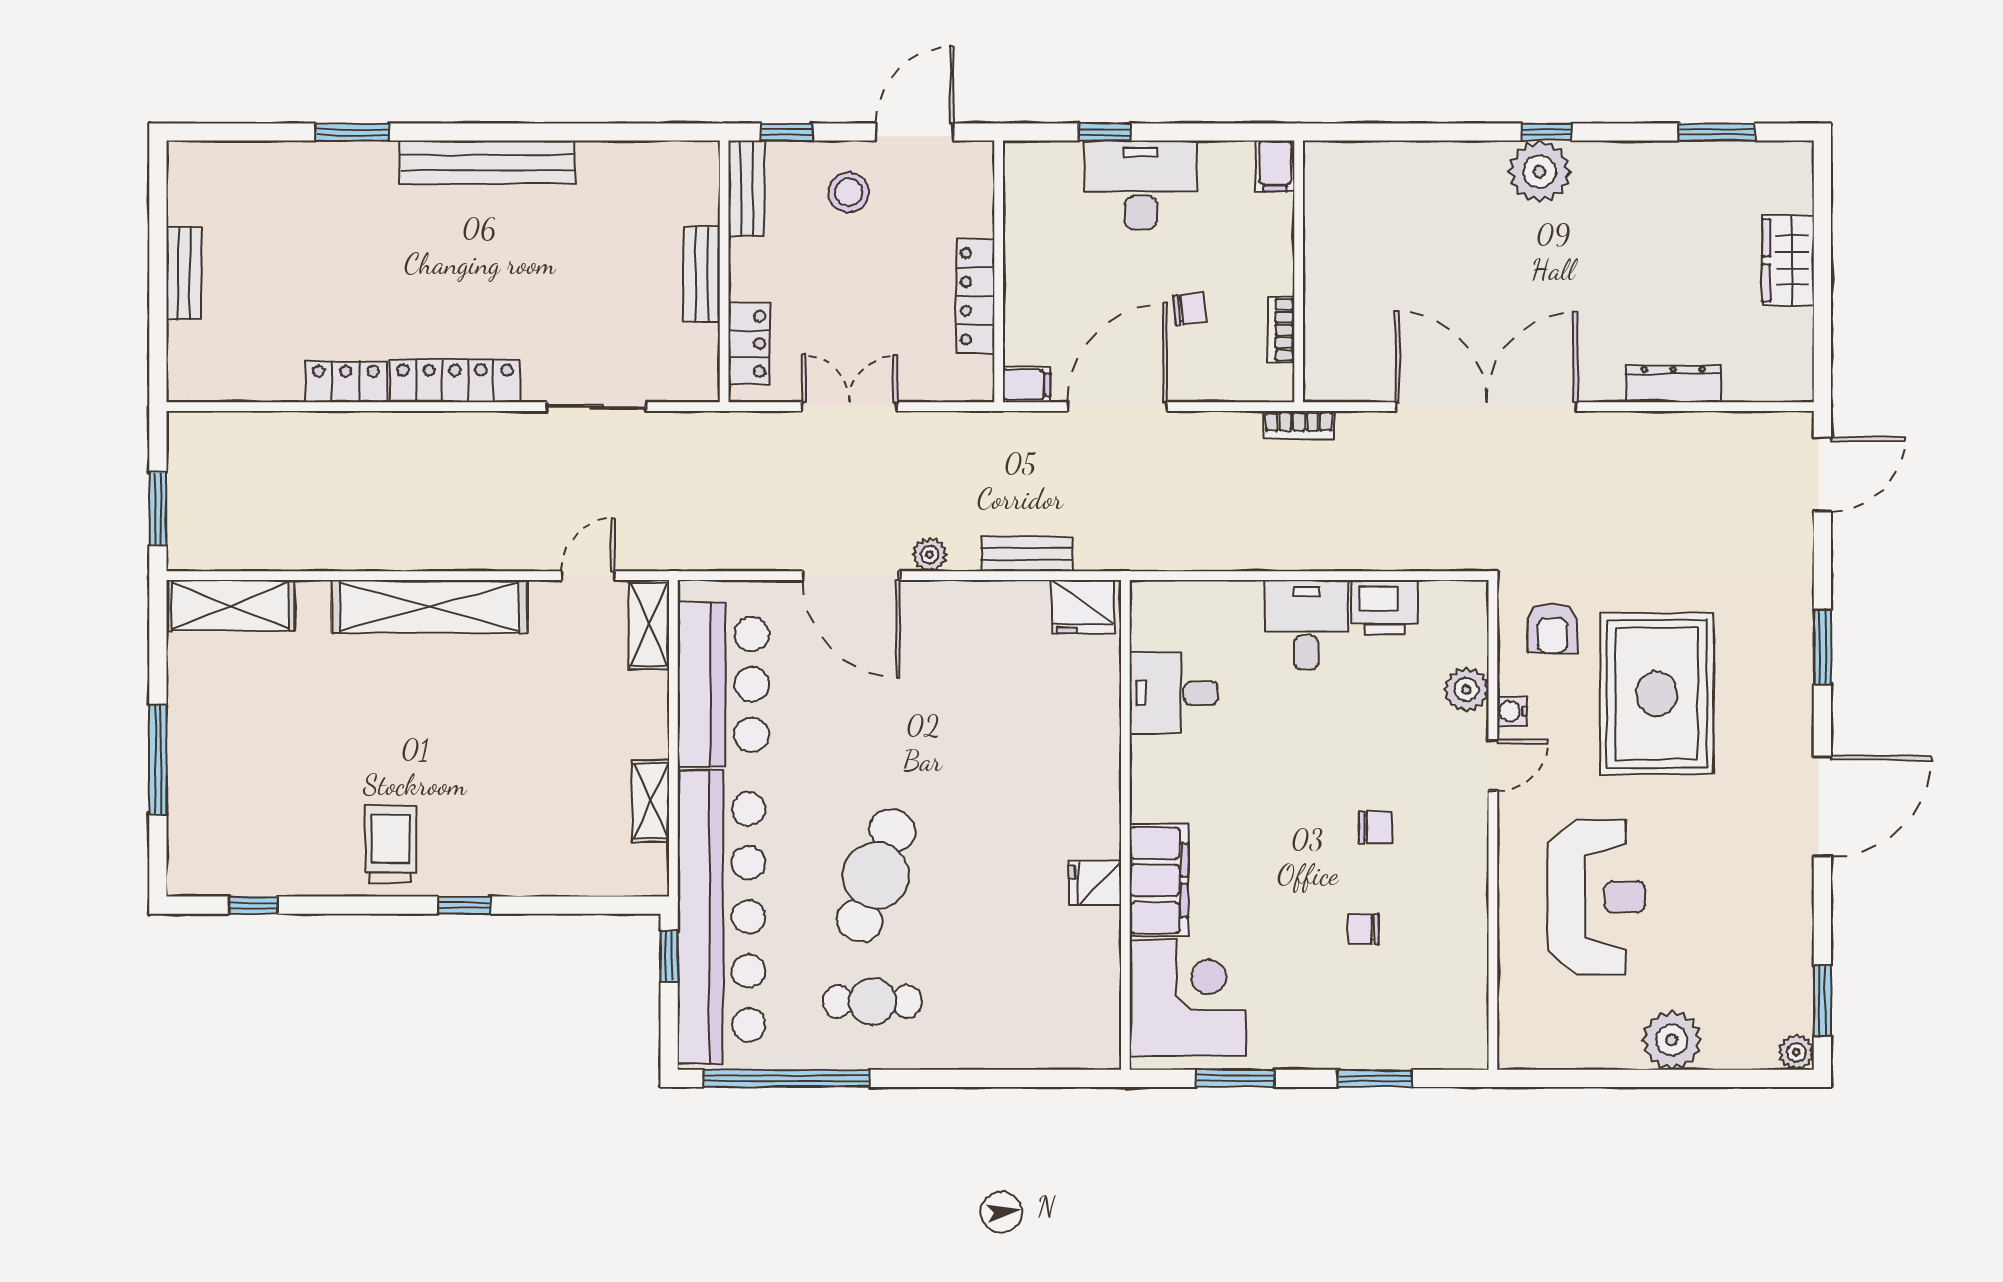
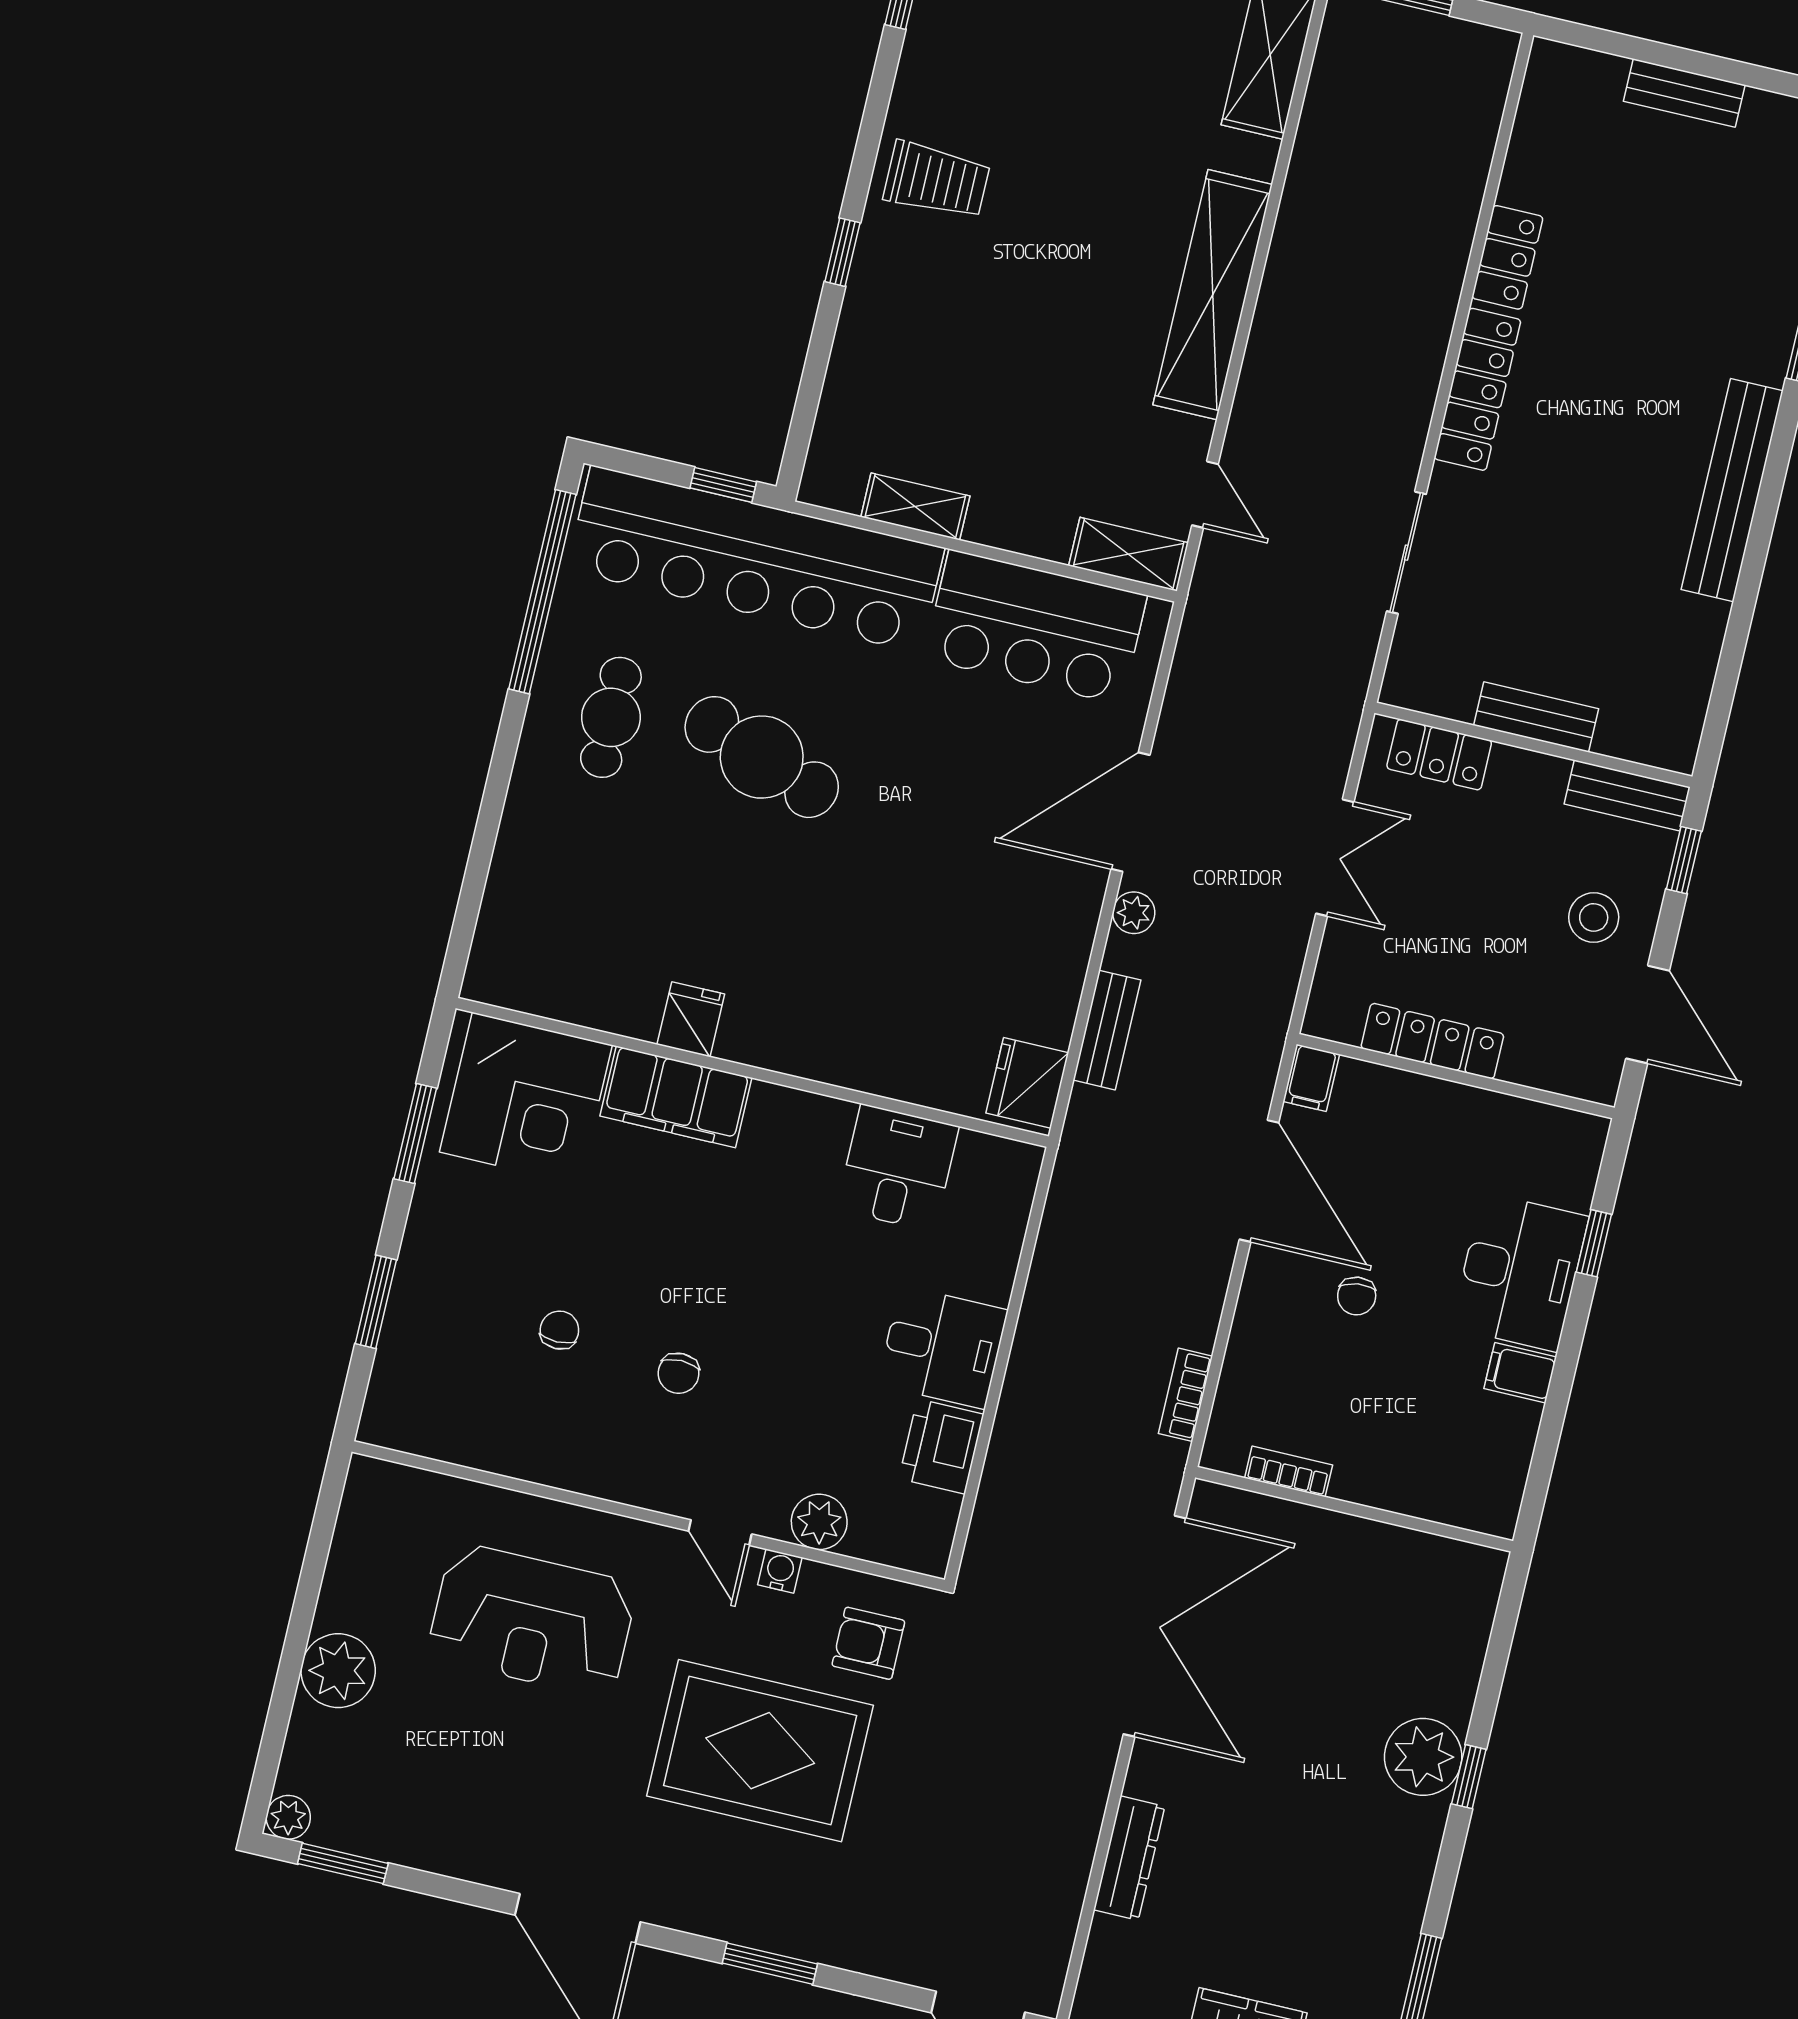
filing cabinet: (1275, 166) -> (1520, 1373), moved
wall: (1299, 271) -> (1354, 1509), moved
bookcase: (1281, 330) -> (1289, 1472), moved

